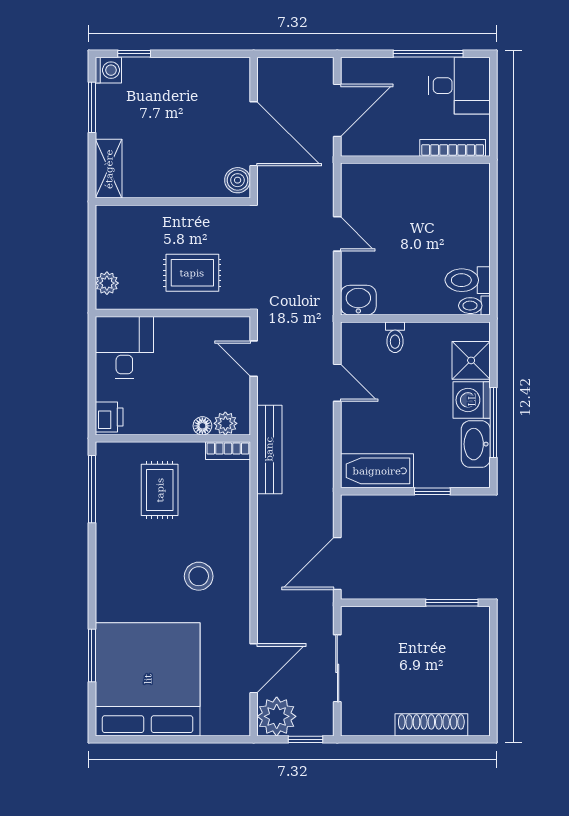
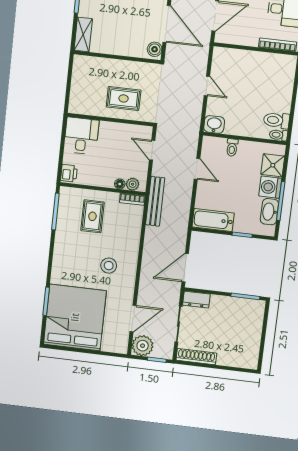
plant: (107, 283) -> (76, 99), removed
dresser: (364, 620) -> (196, 300), added
shoe rack: (431, 725) -> (196, 357), moved

